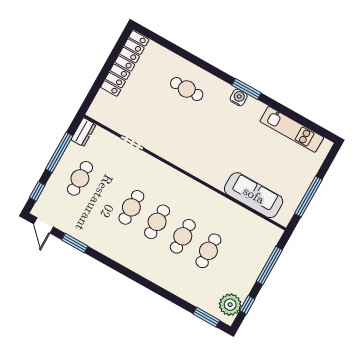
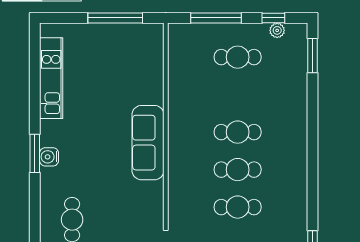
sofa: (254, 195) -> (148, 143), moved
cafe table: (208, 251) -> (238, 57), moved
plant: (230, 305) -> (277, 30), width x0.53, depth x0.53

